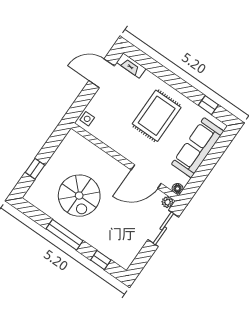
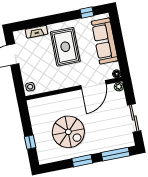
fireplace: (131, 66) -> (37, 32), moved
sliding door: (163, 228) -> (134, 118), moved
window: (64, 235) -> (82, 161), width x0.69
window: (101, 260) -> (115, 154), width x2.17

